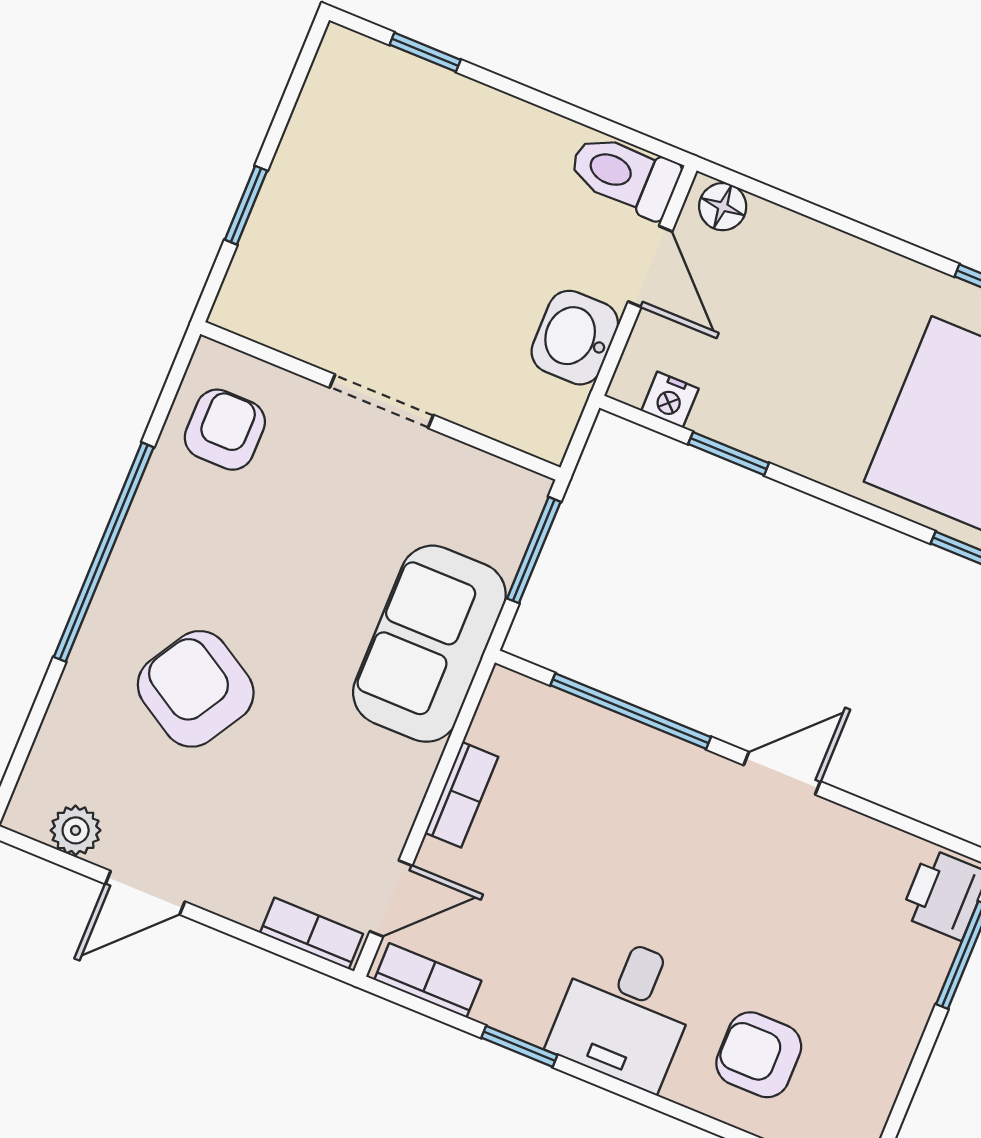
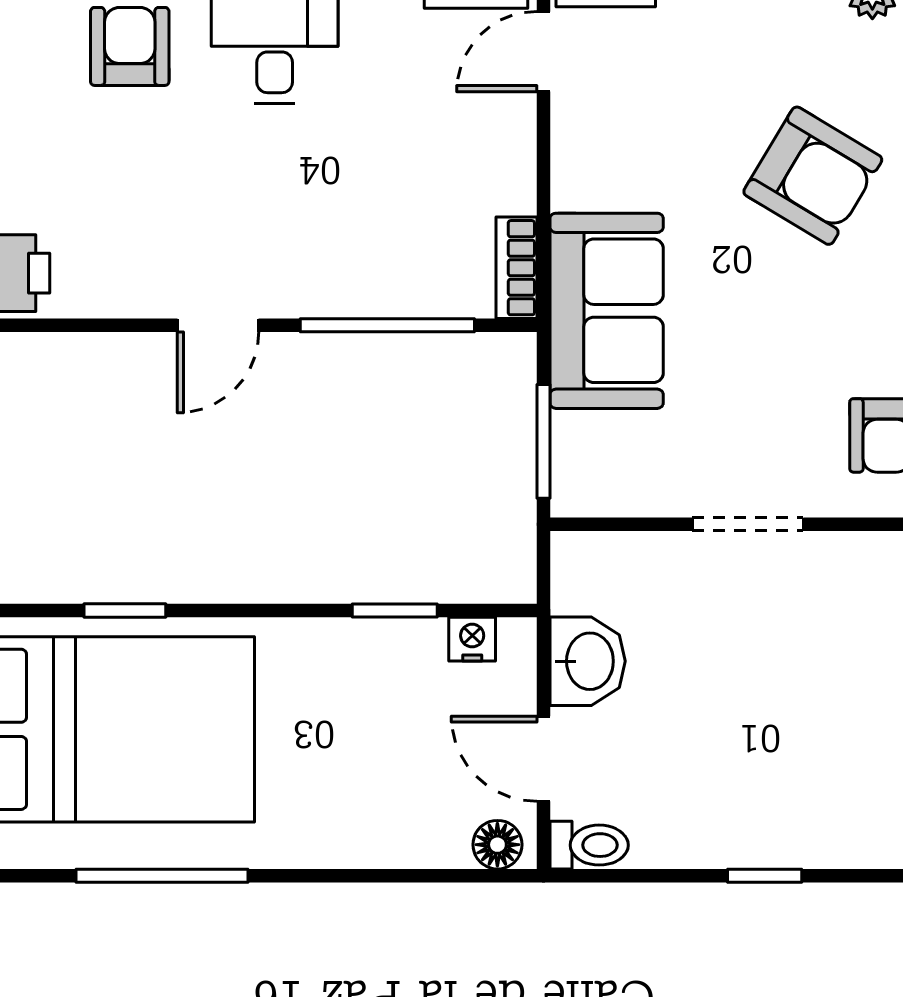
window: (425, 52) -> (765, 876), moved
toilet: (624, 175) -> (589, 845), width x0.73, depth x0.72
bookcase: (462, 795) -> (516, 268), moved
armchair: (759, 1055) -> (130, 46), turned -90

